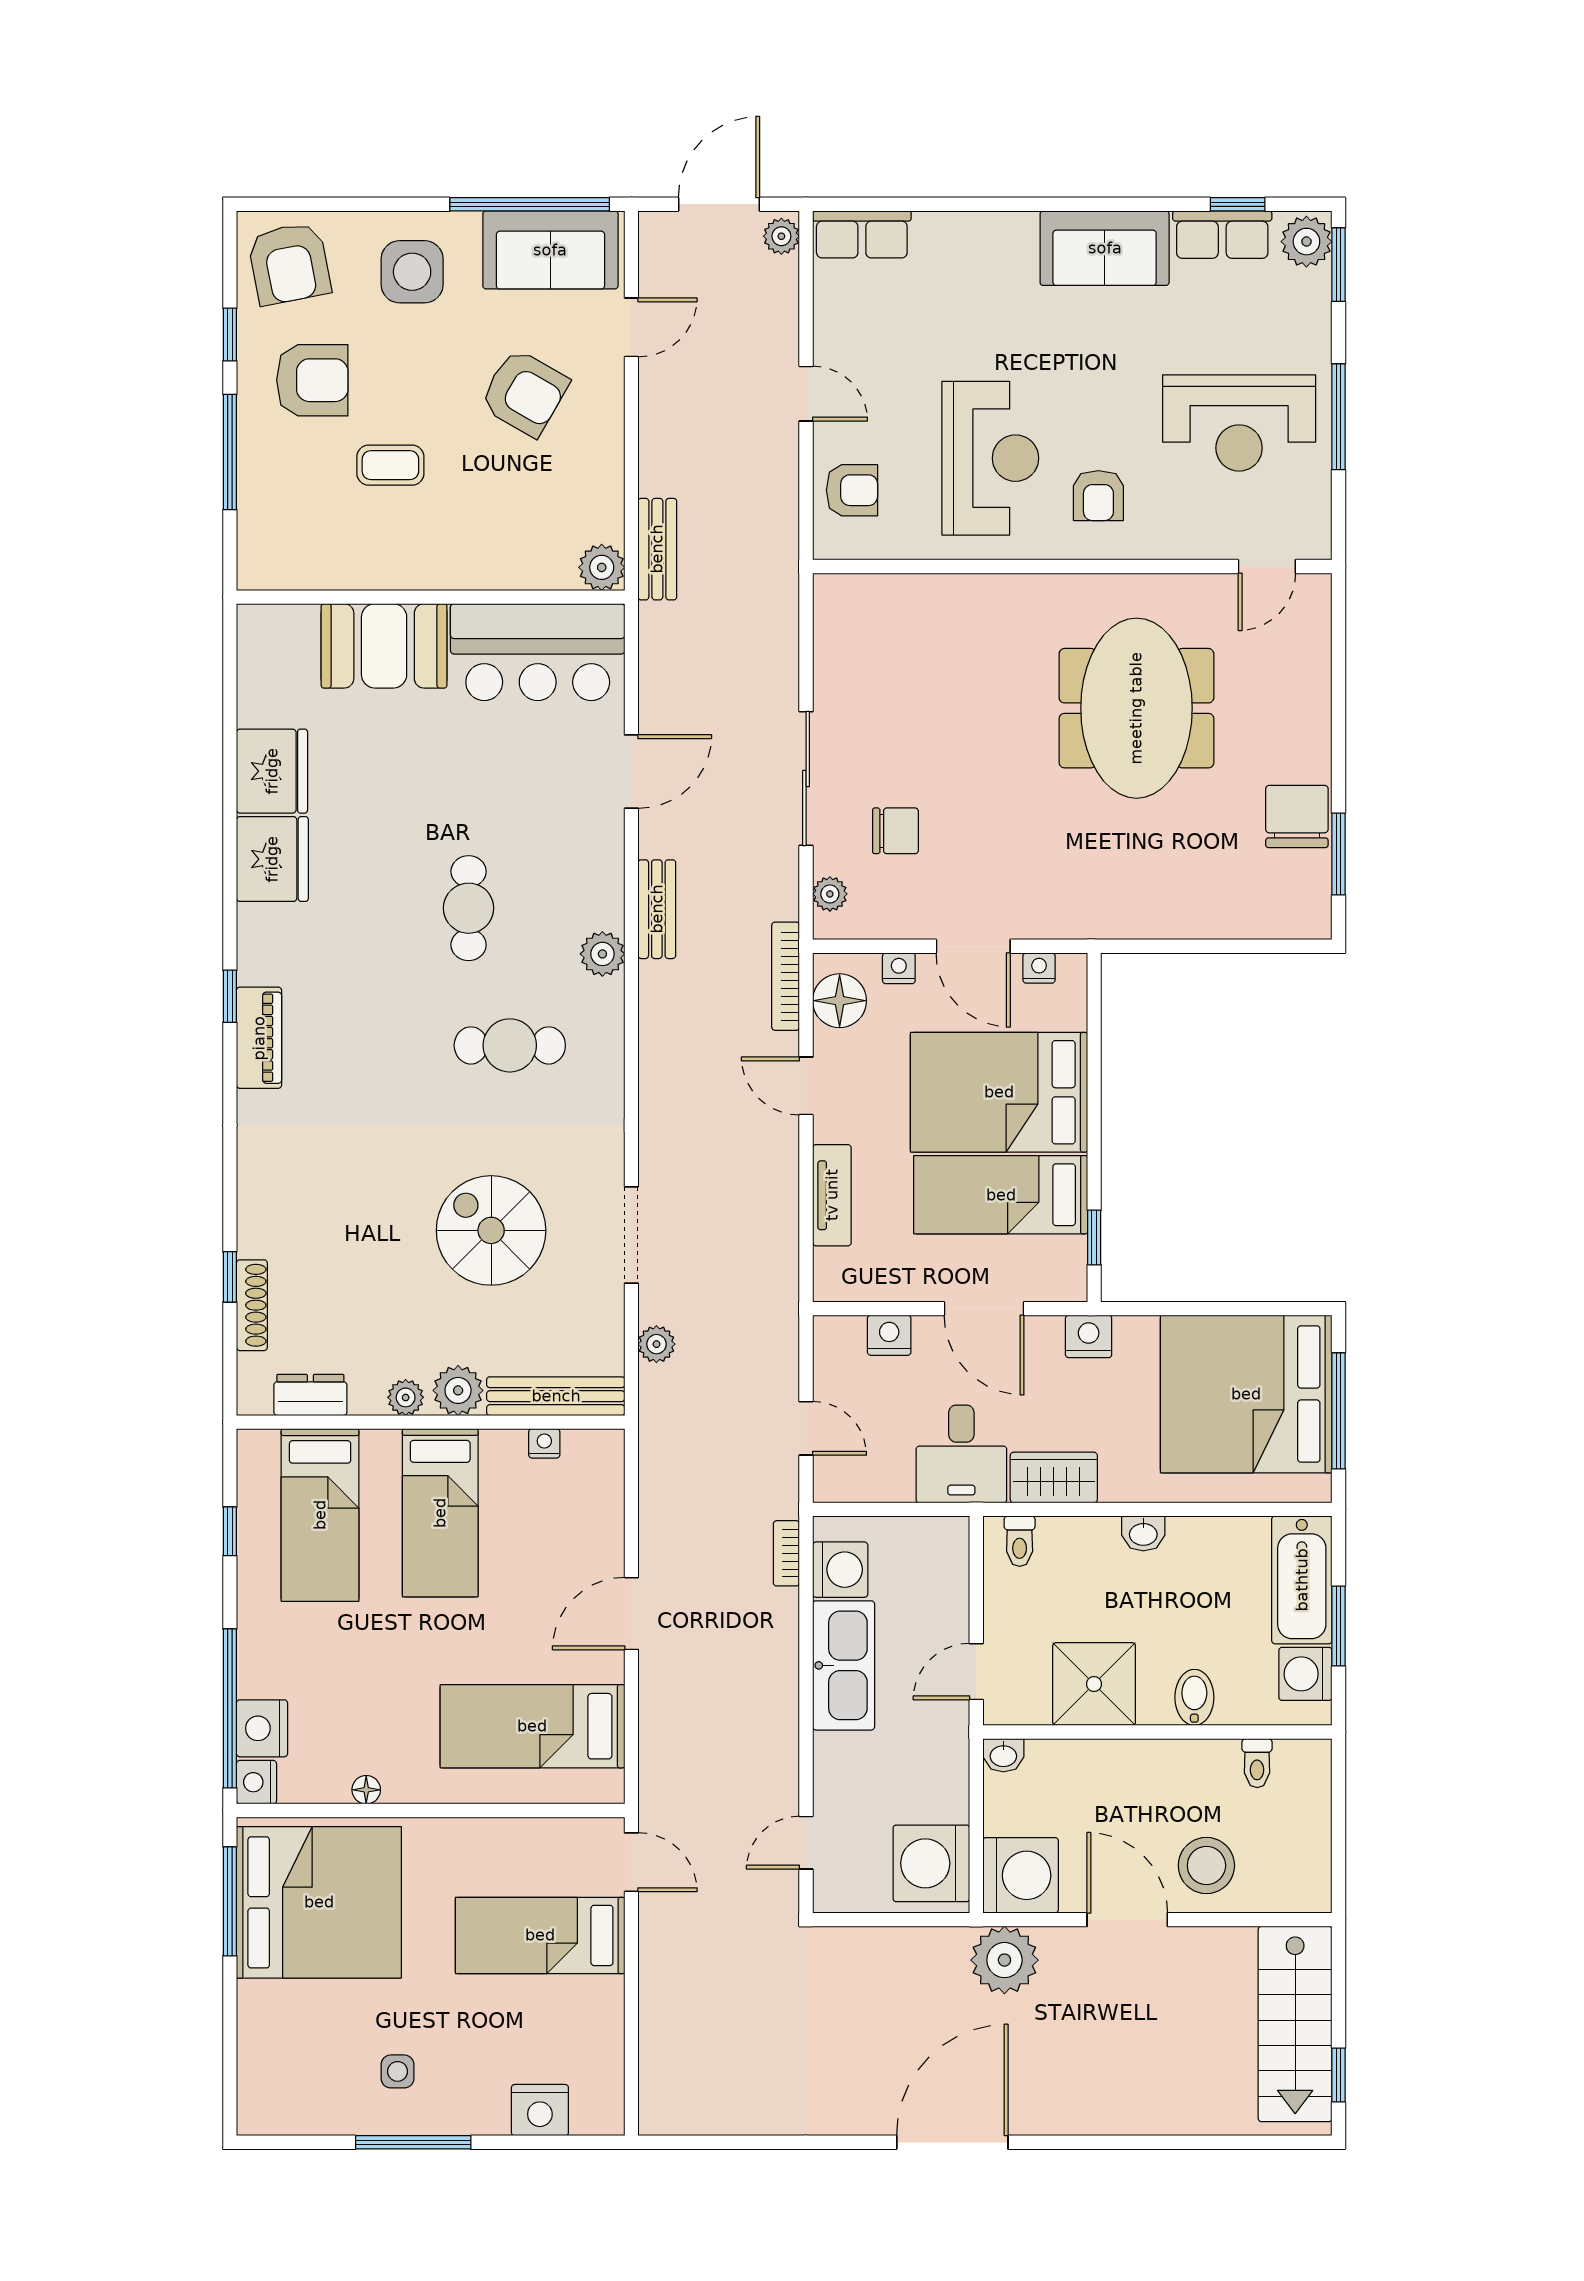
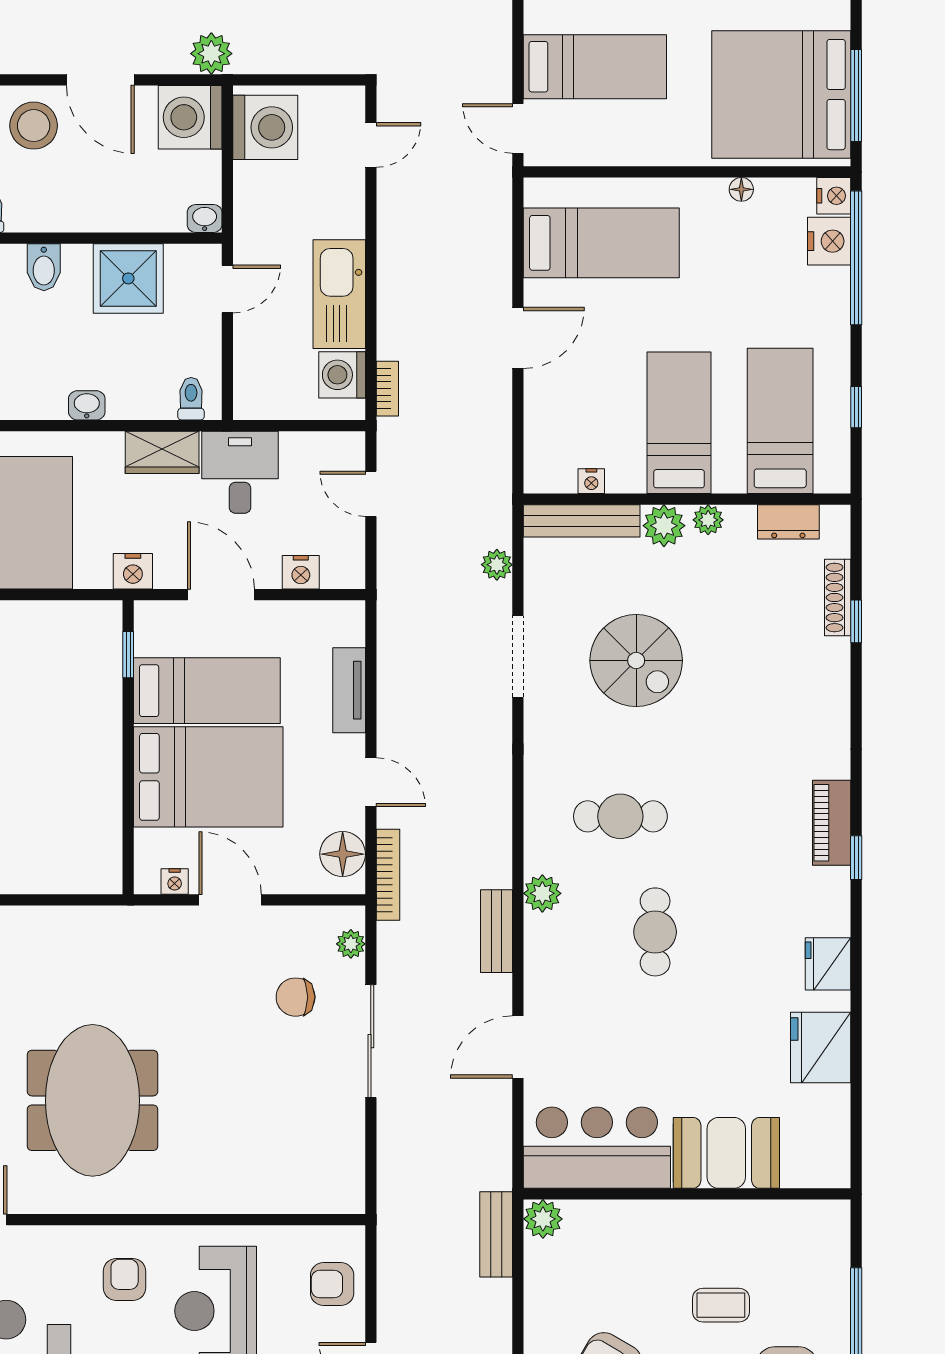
fridge: (272, 859) -> (828, 964), width x0.73, depth x0.75
nightstand: (899, 968) -> (293, 881), removed
plant: (1004, 1960) -> (211, 54), width x0.73, depth x0.73

